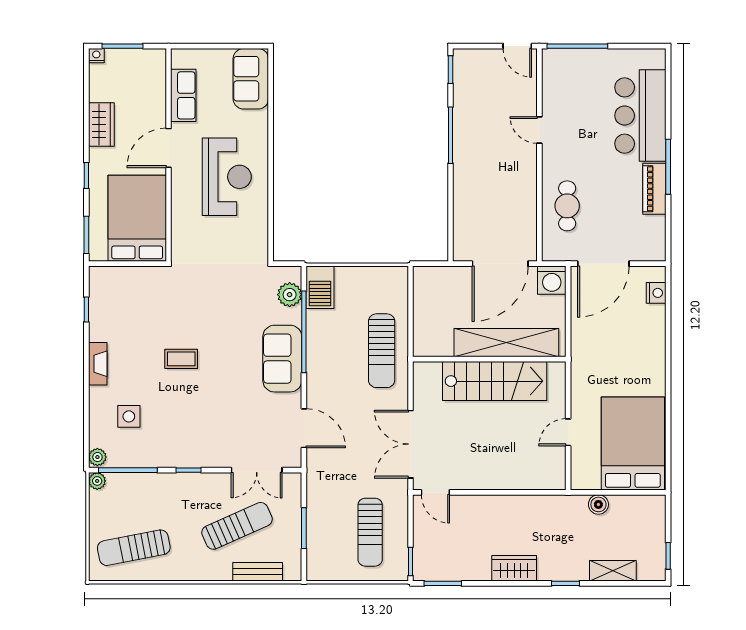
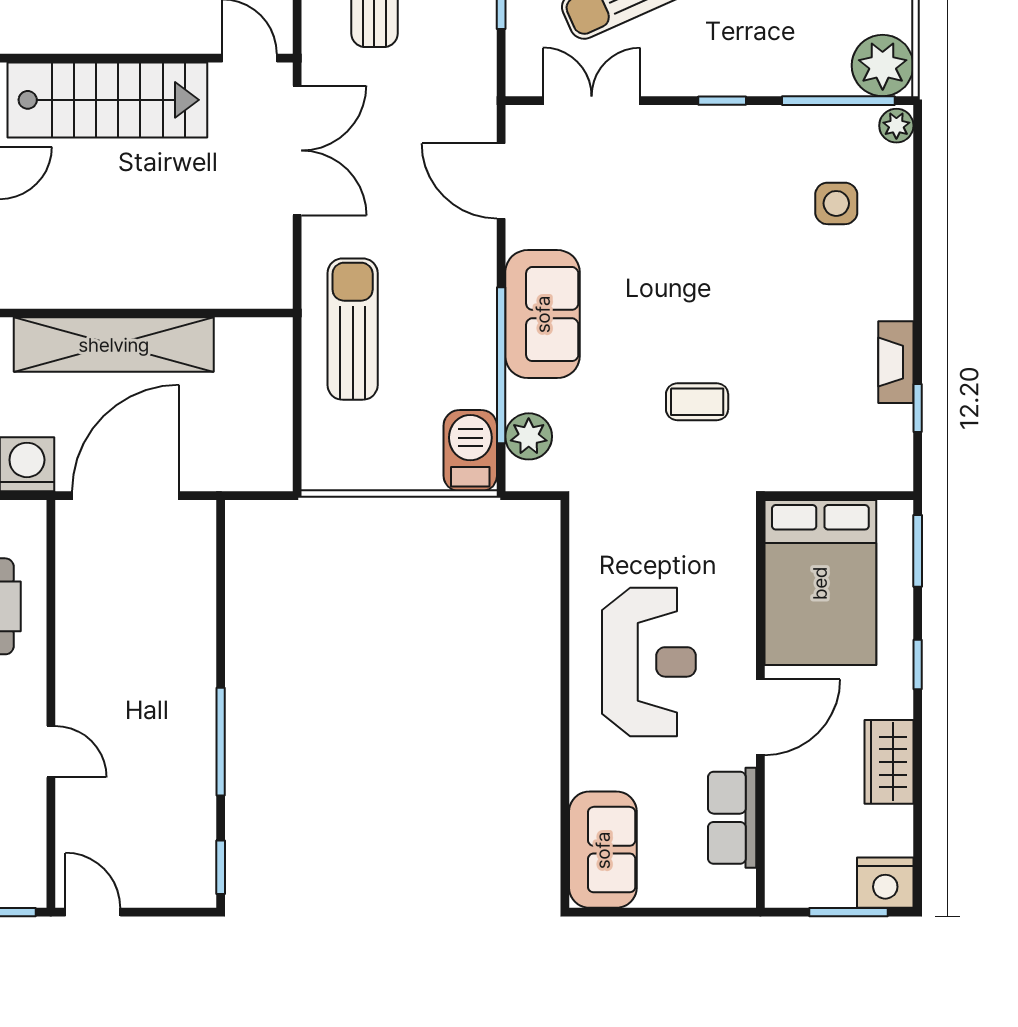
nightstand: (96, 56) -> (885, 883), width x1.89, depth x1.79
reception desk: (227, 177) -> (649, 662), turned 180
coffee table: (181, 359) -> (697, 402), moved
fireplace: (98, 364) -> (896, 362), moved
stairs: (495, 381) -> (107, 100), moved, turned 180
plant: (97, 481) -> (883, 65), width x1.88, depth x1.88

